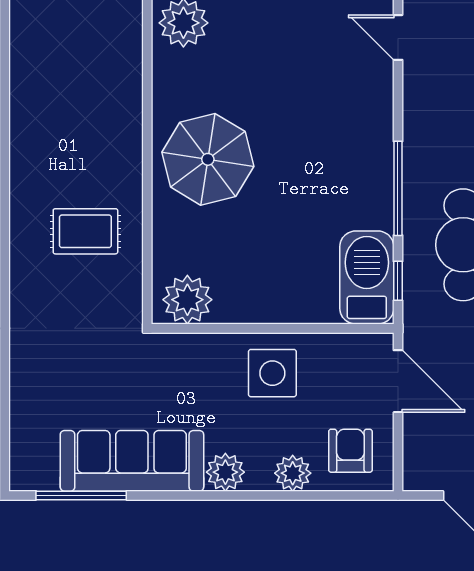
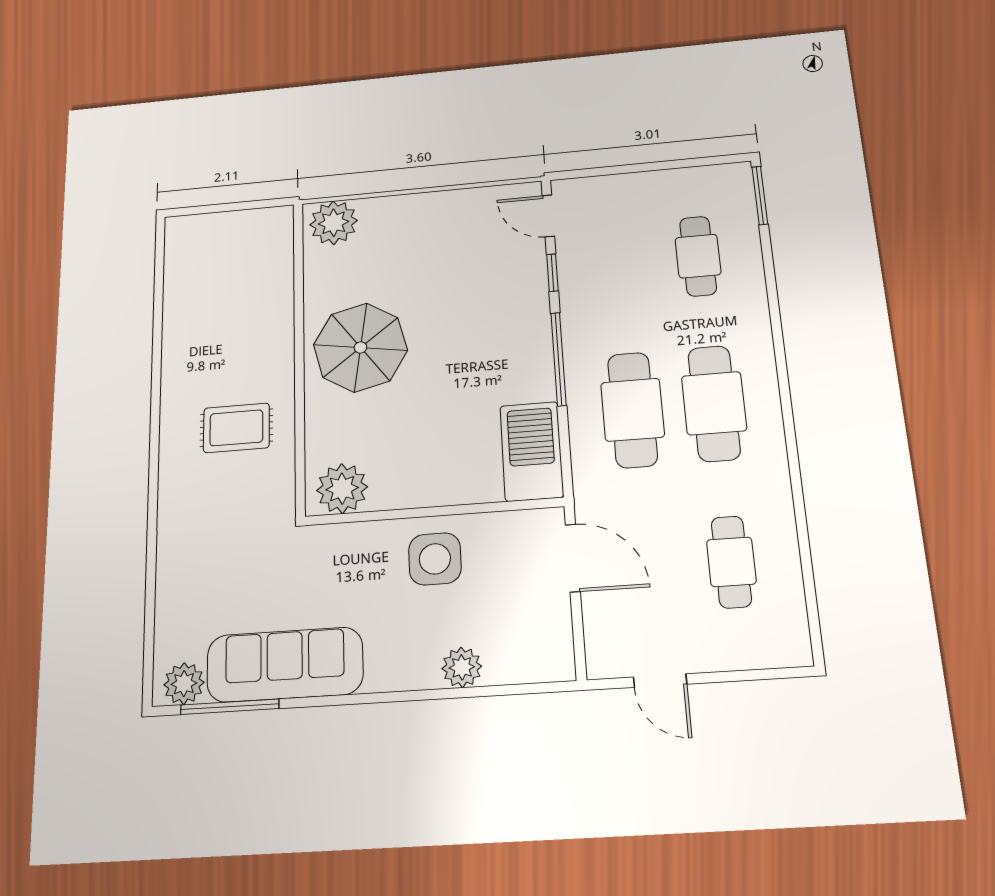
window: (398, 281) -> (552, 273), moved
armchair: (350, 451) -> (525, 638), removed
plant: (225, 472) -> (184, 684), moved

